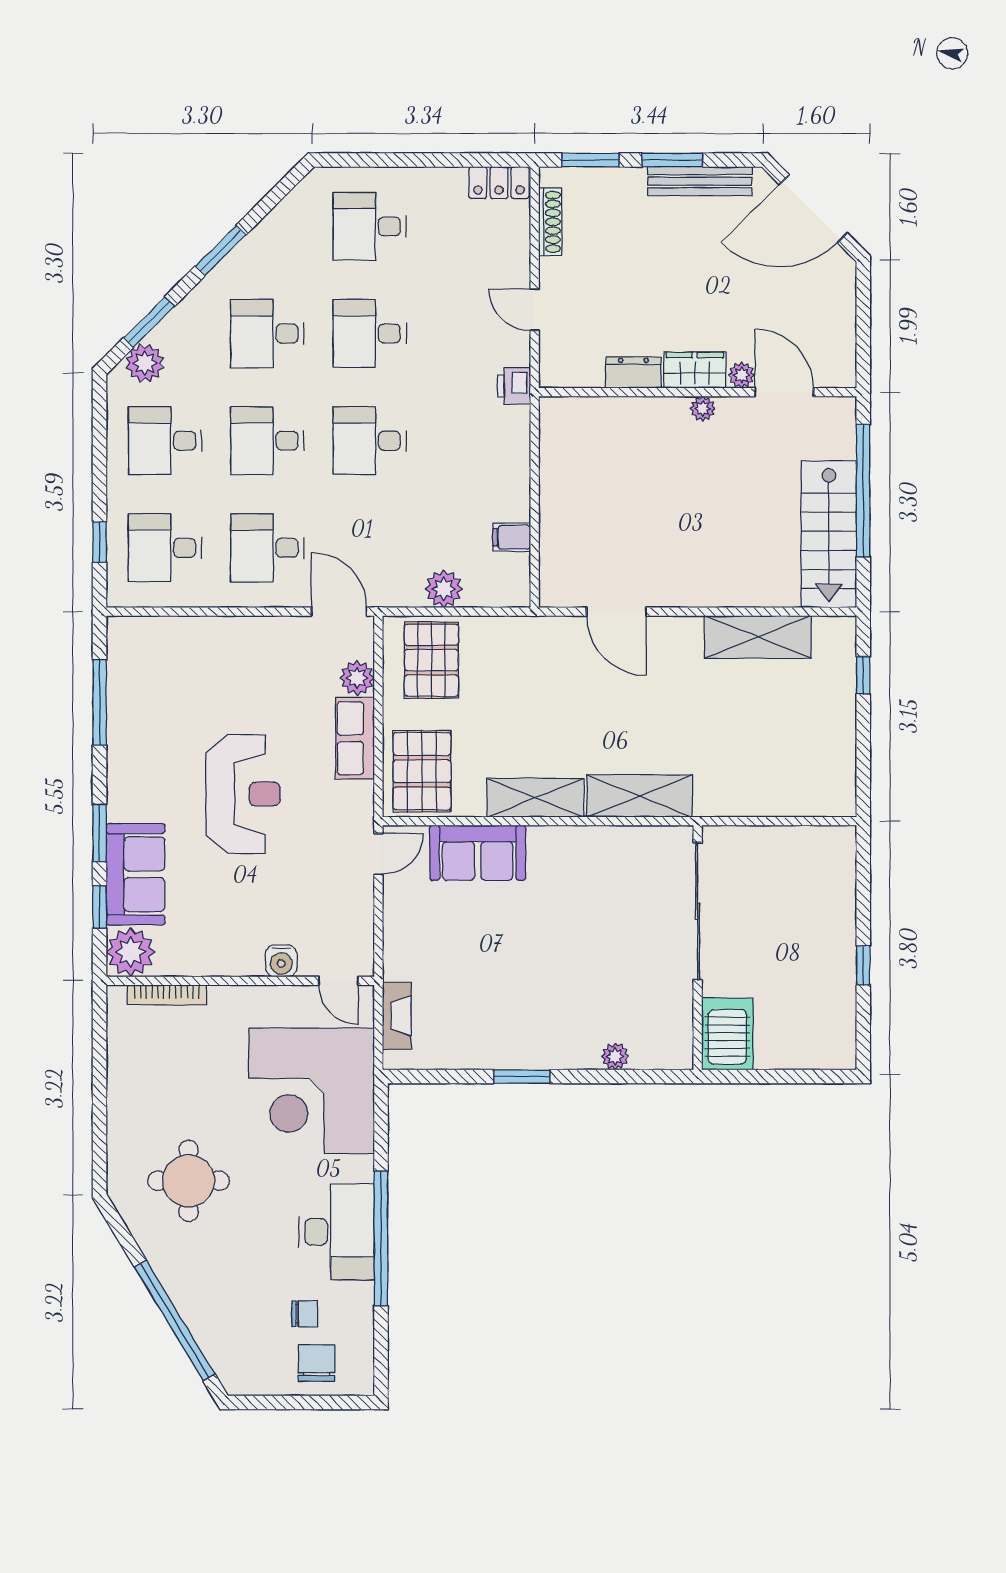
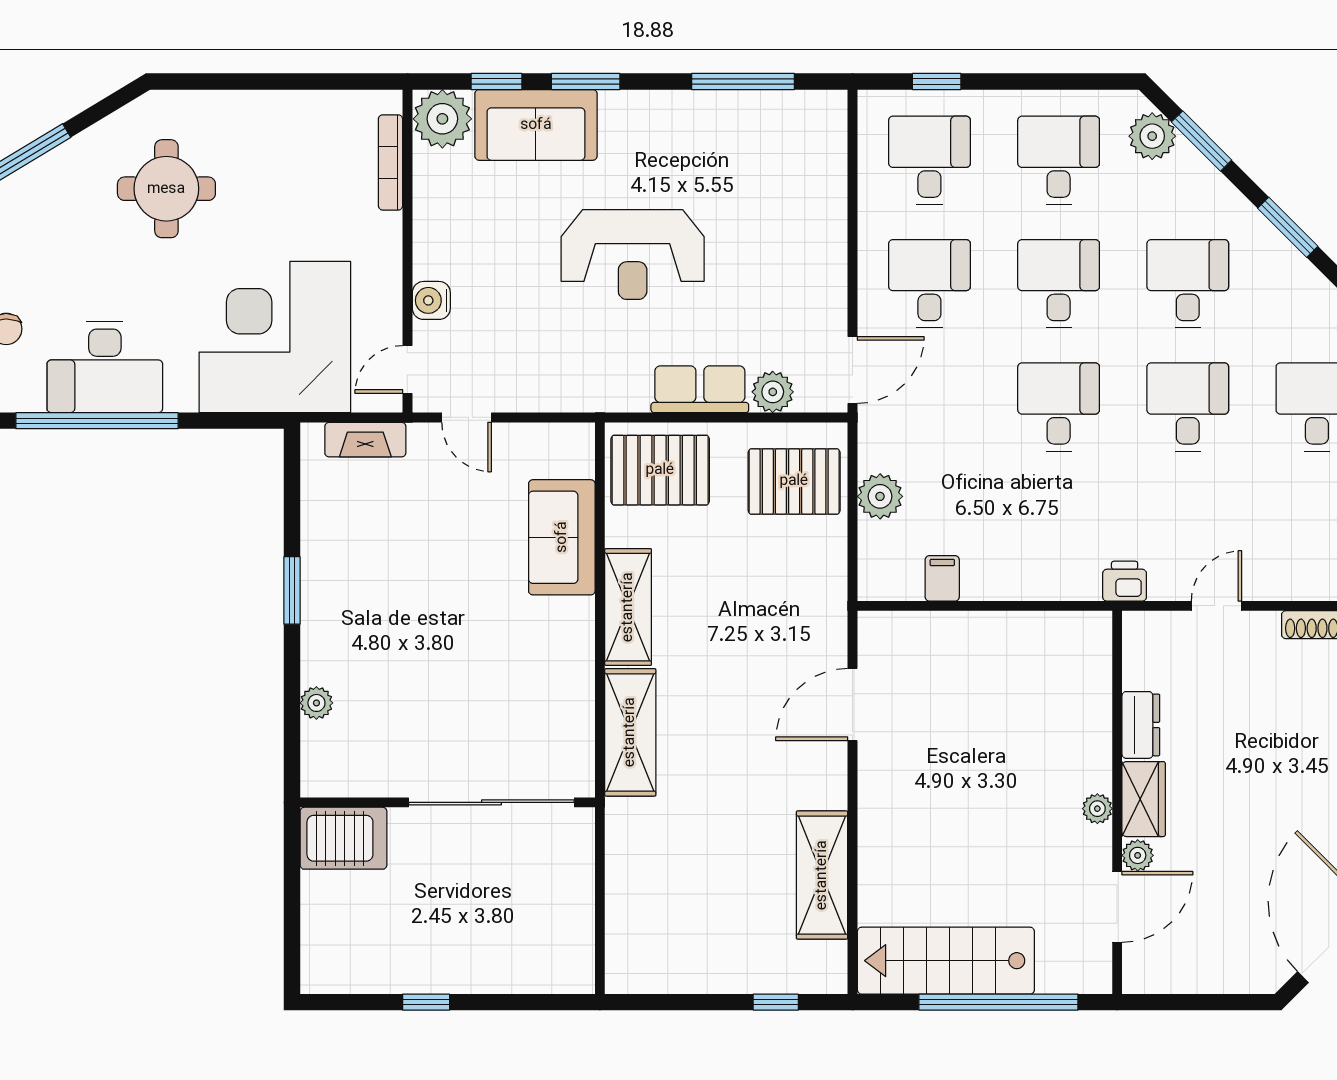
door: (378, 854) -> (467, 417), moved

